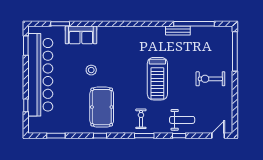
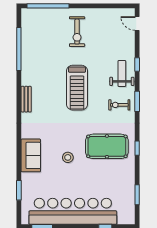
bench: (178, 31) -> (26, 99), moved
sofa: (81, 35) -> (31, 155), moved
treadmill: (157, 79) -> (77, 88), turned 90
weight bench: (182, 120) -> (122, 74), moved

